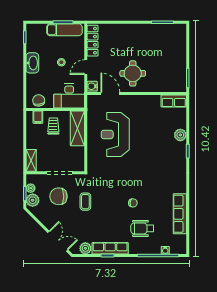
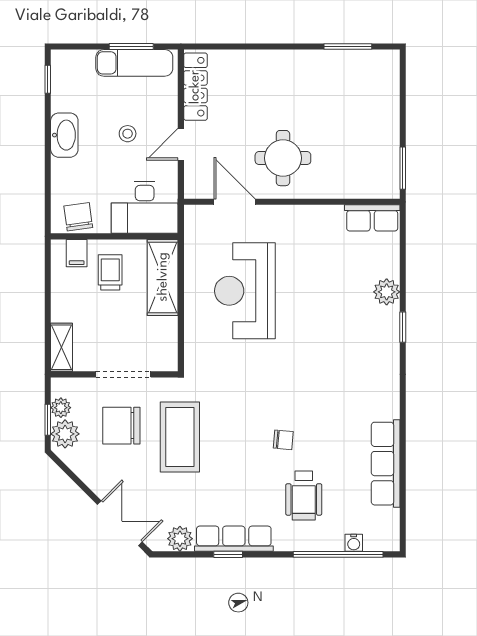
water cooler: (92, 86) -> (195, 186), removed
coffee table: (85, 202) -> (180, 437), width x1.86, depth x1.72
wheelchair: (142, 228) -> (304, 495), turned -90

